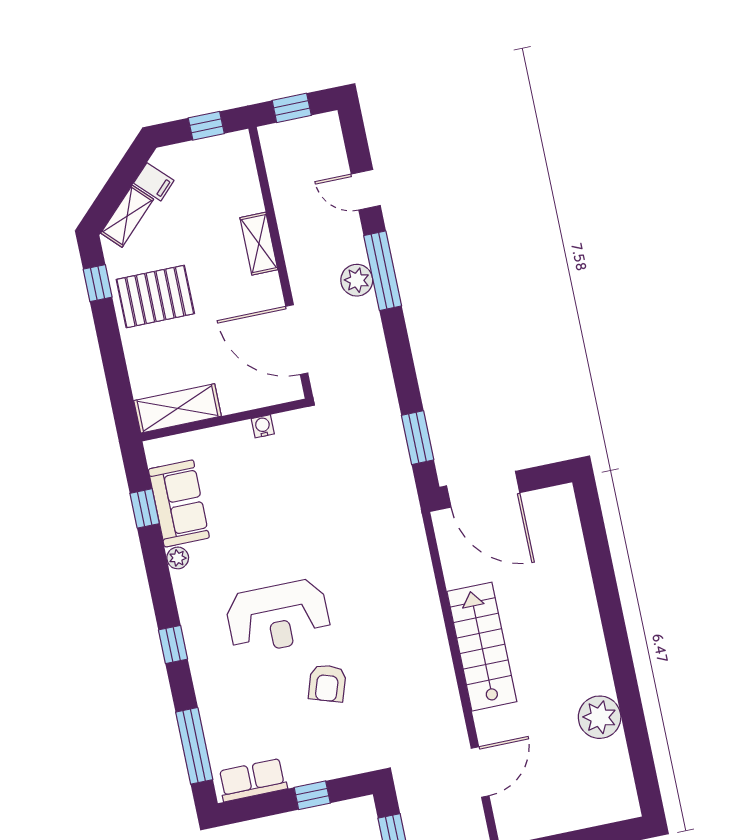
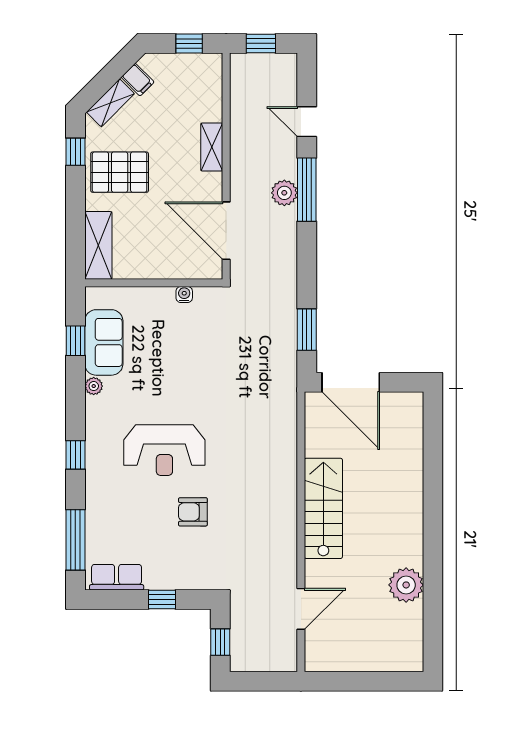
shelving: (178, 408) -> (98, 245), moved, turned 90
armchair: (327, 683) -> (193, 512), turned 72

